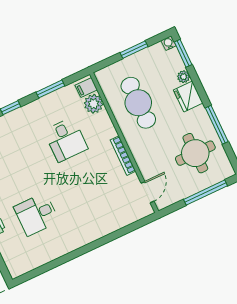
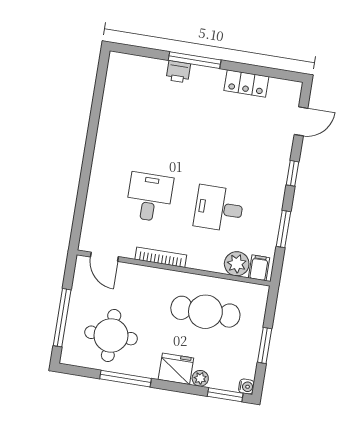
desk: (37, 214) -> (149, 197), moved

